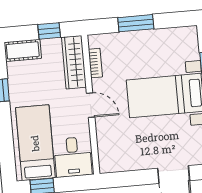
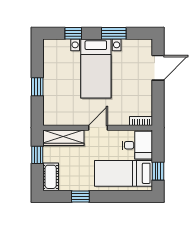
window: (136, 23) -> (37, 87), width x0.67
bookcase: (95, 63) -> (141, 121), moved

